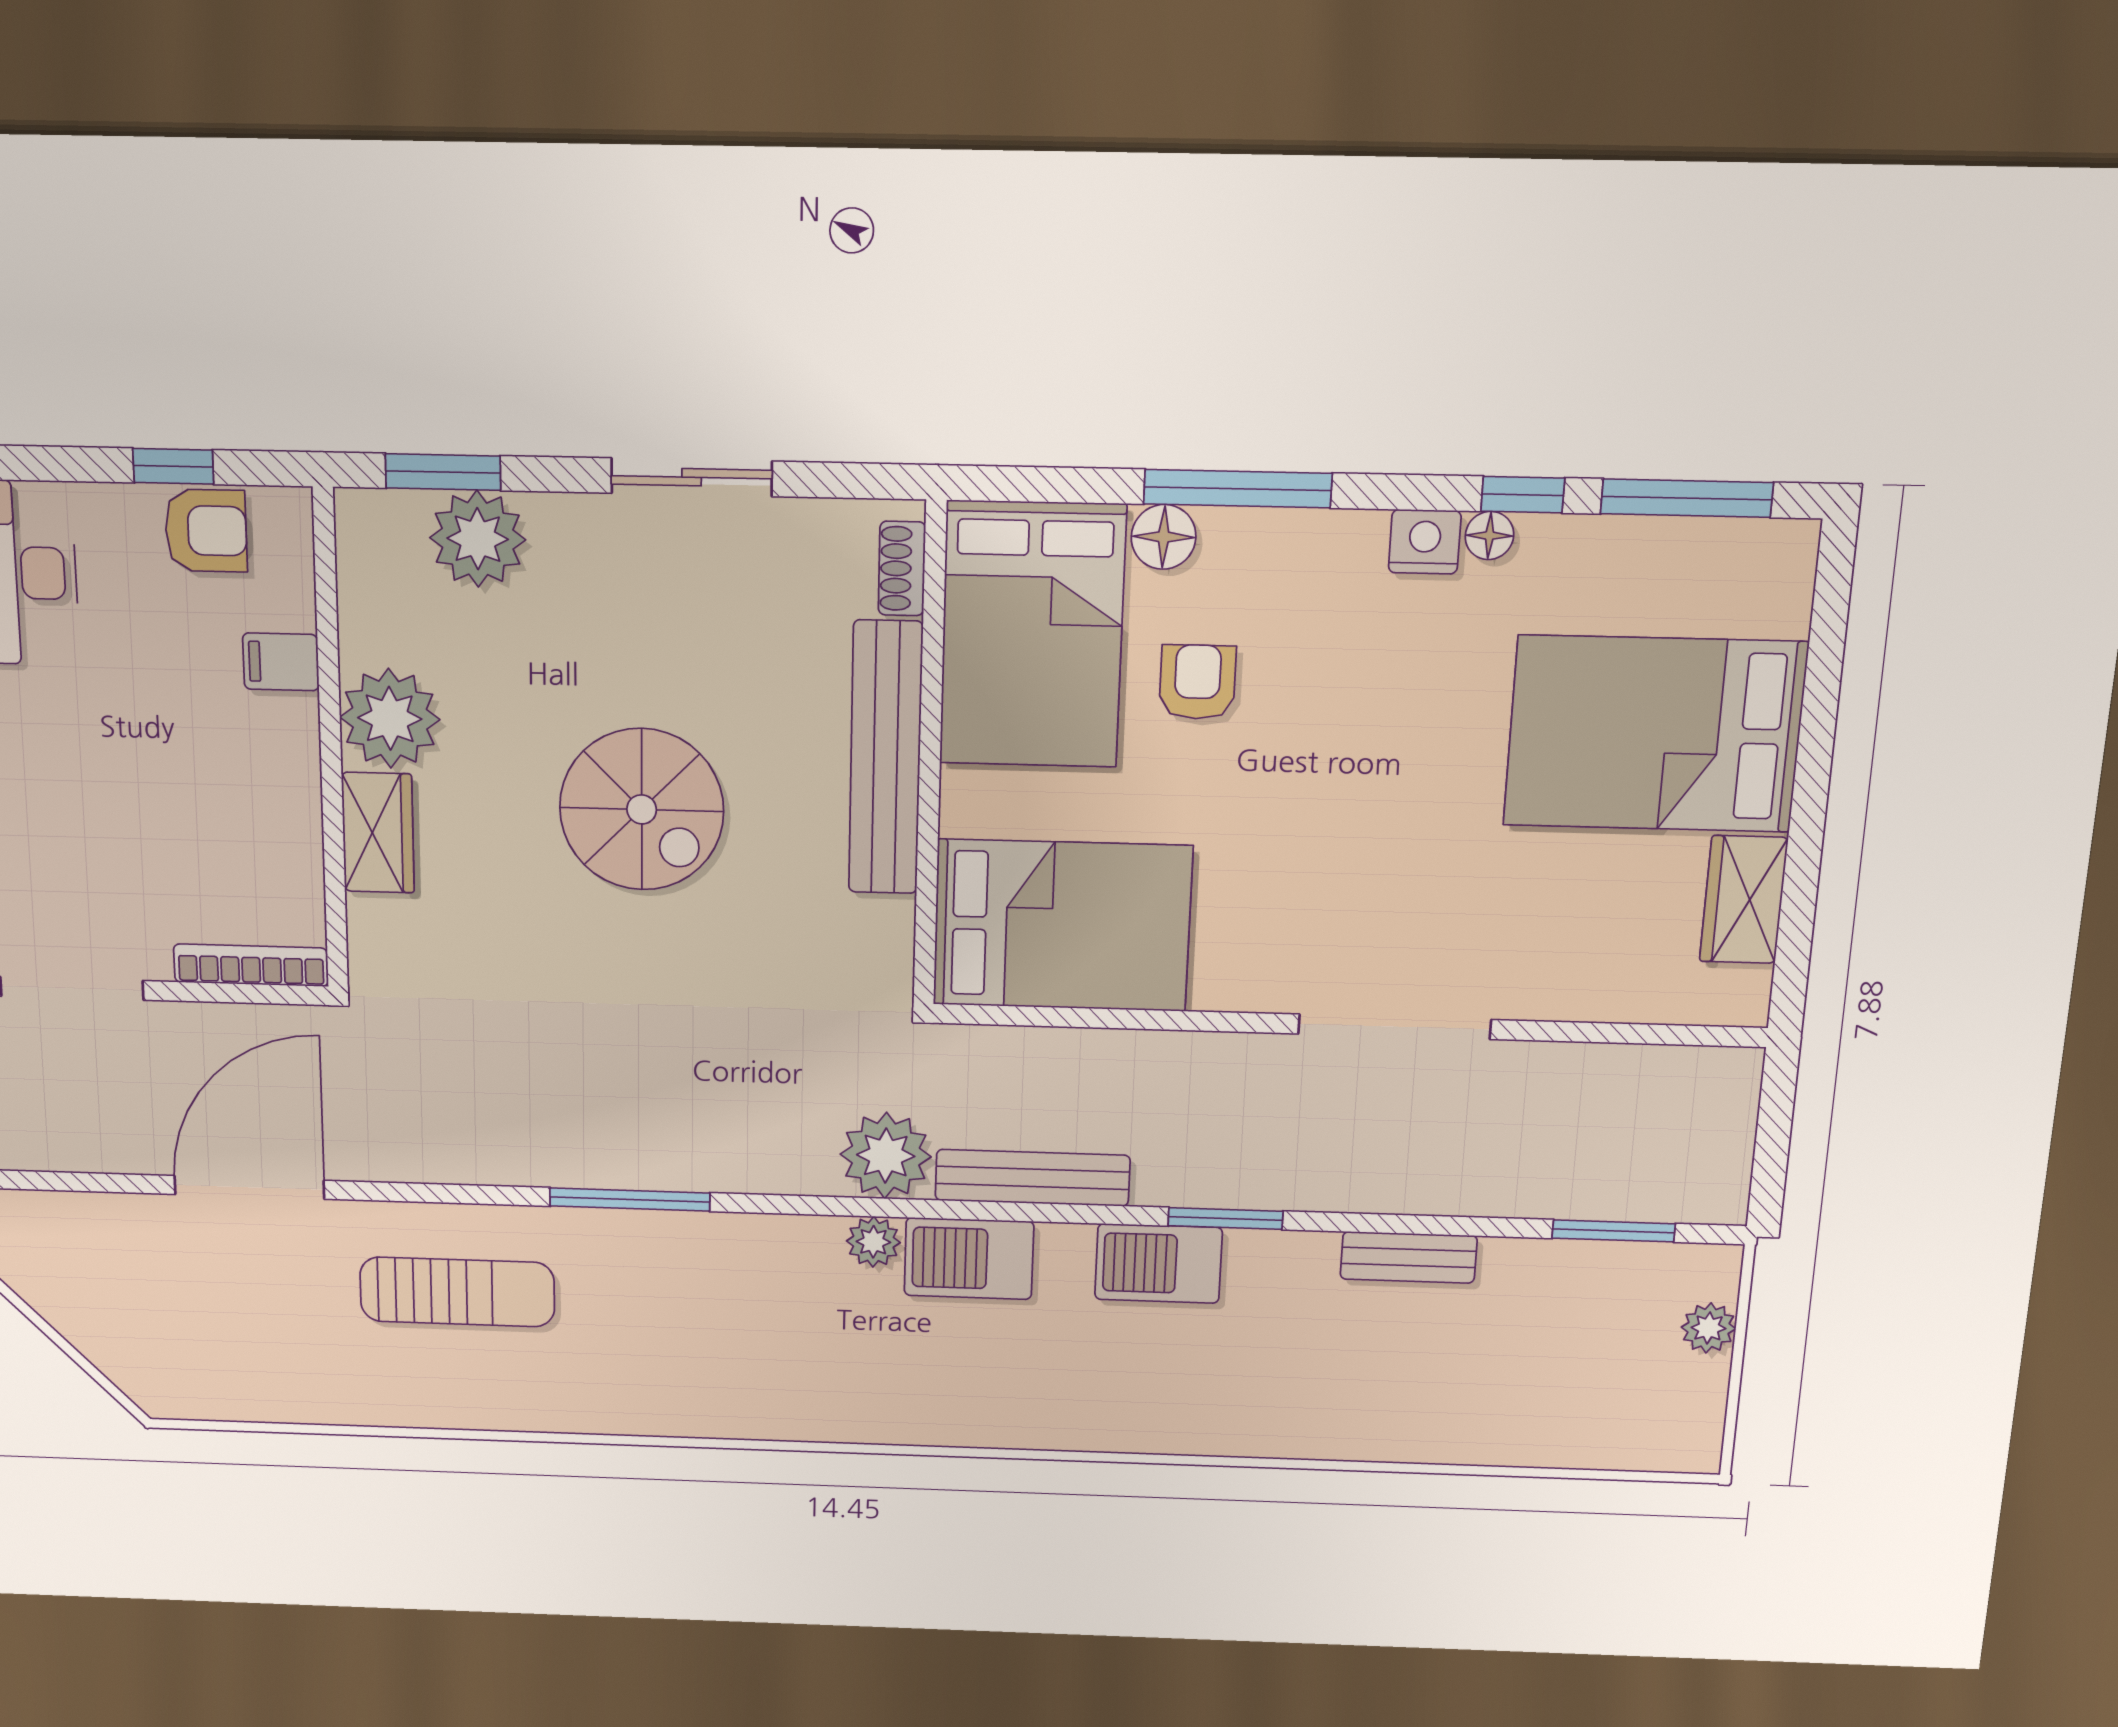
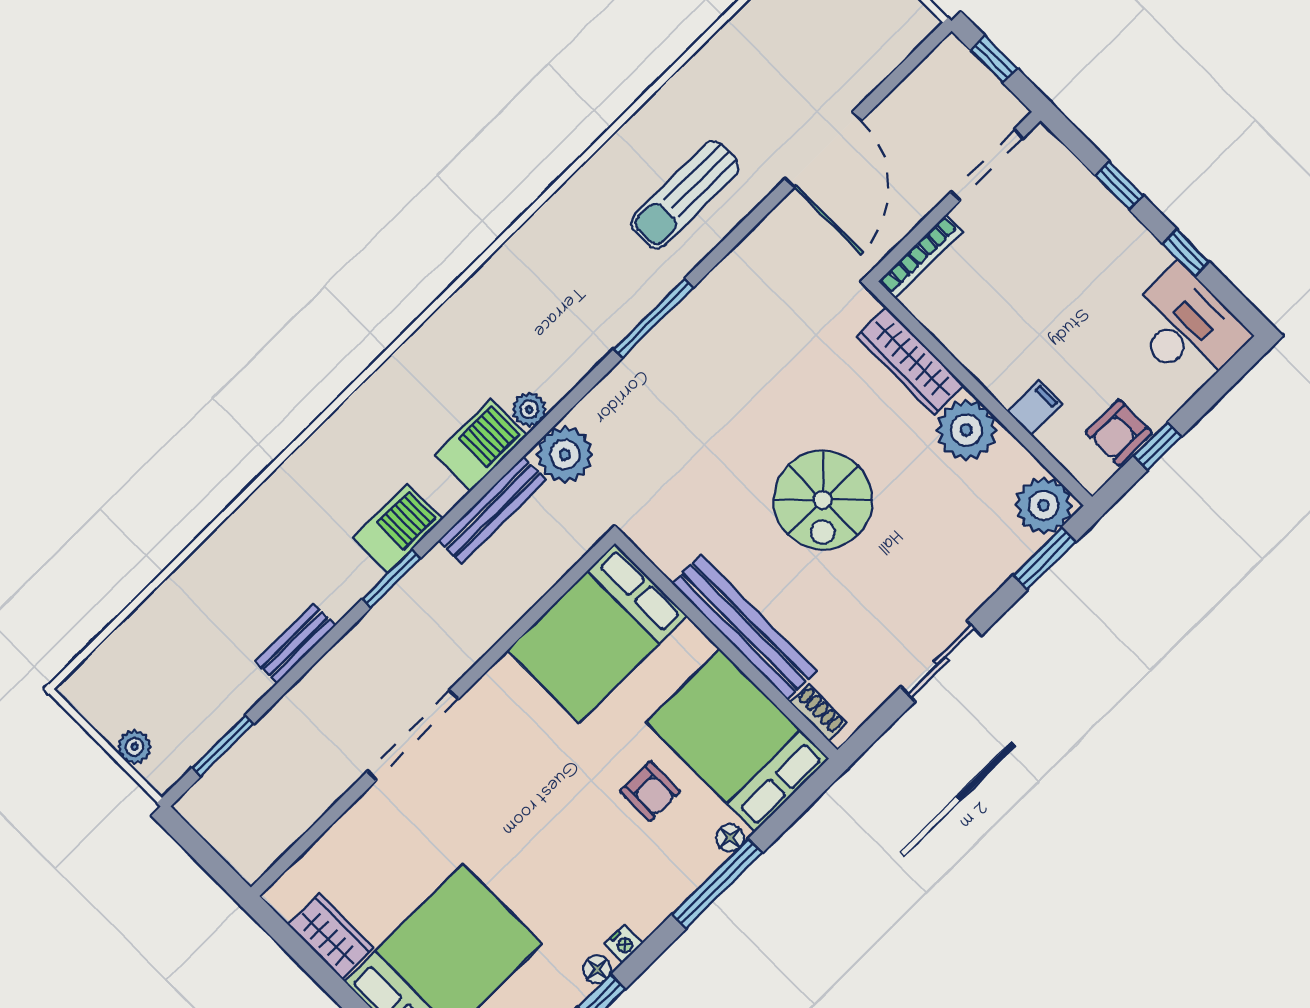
floor lamp: (1164, 537) -> (730, 838), width x0.73, depth x0.73
plant: (478, 539) -> (1044, 505), moved
nightstand: (1425, 542) -> (623, 944), width x0.72, depth x0.74
spiral stairs: (642, 809) -> (823, 500), turned -90
wardrobe: (378, 833) -> (910, 361), width x1.50

